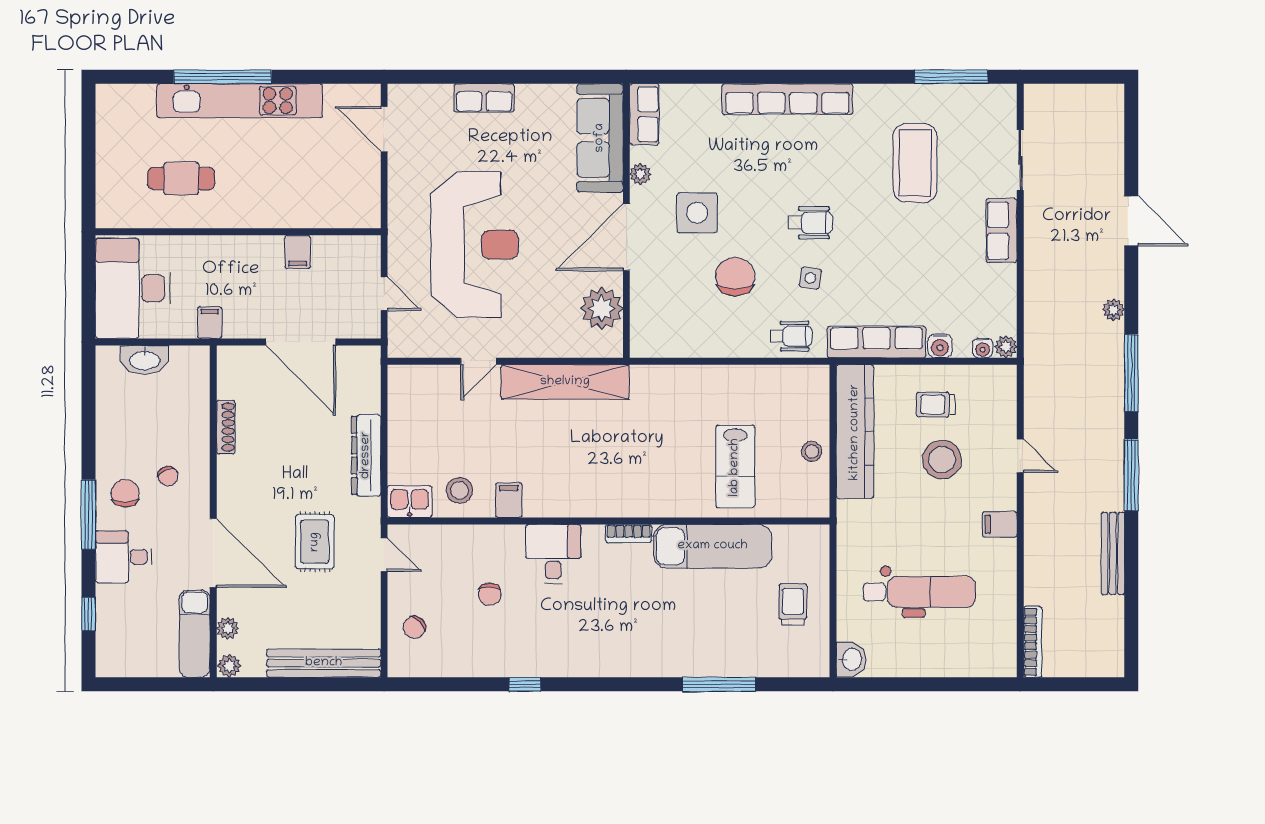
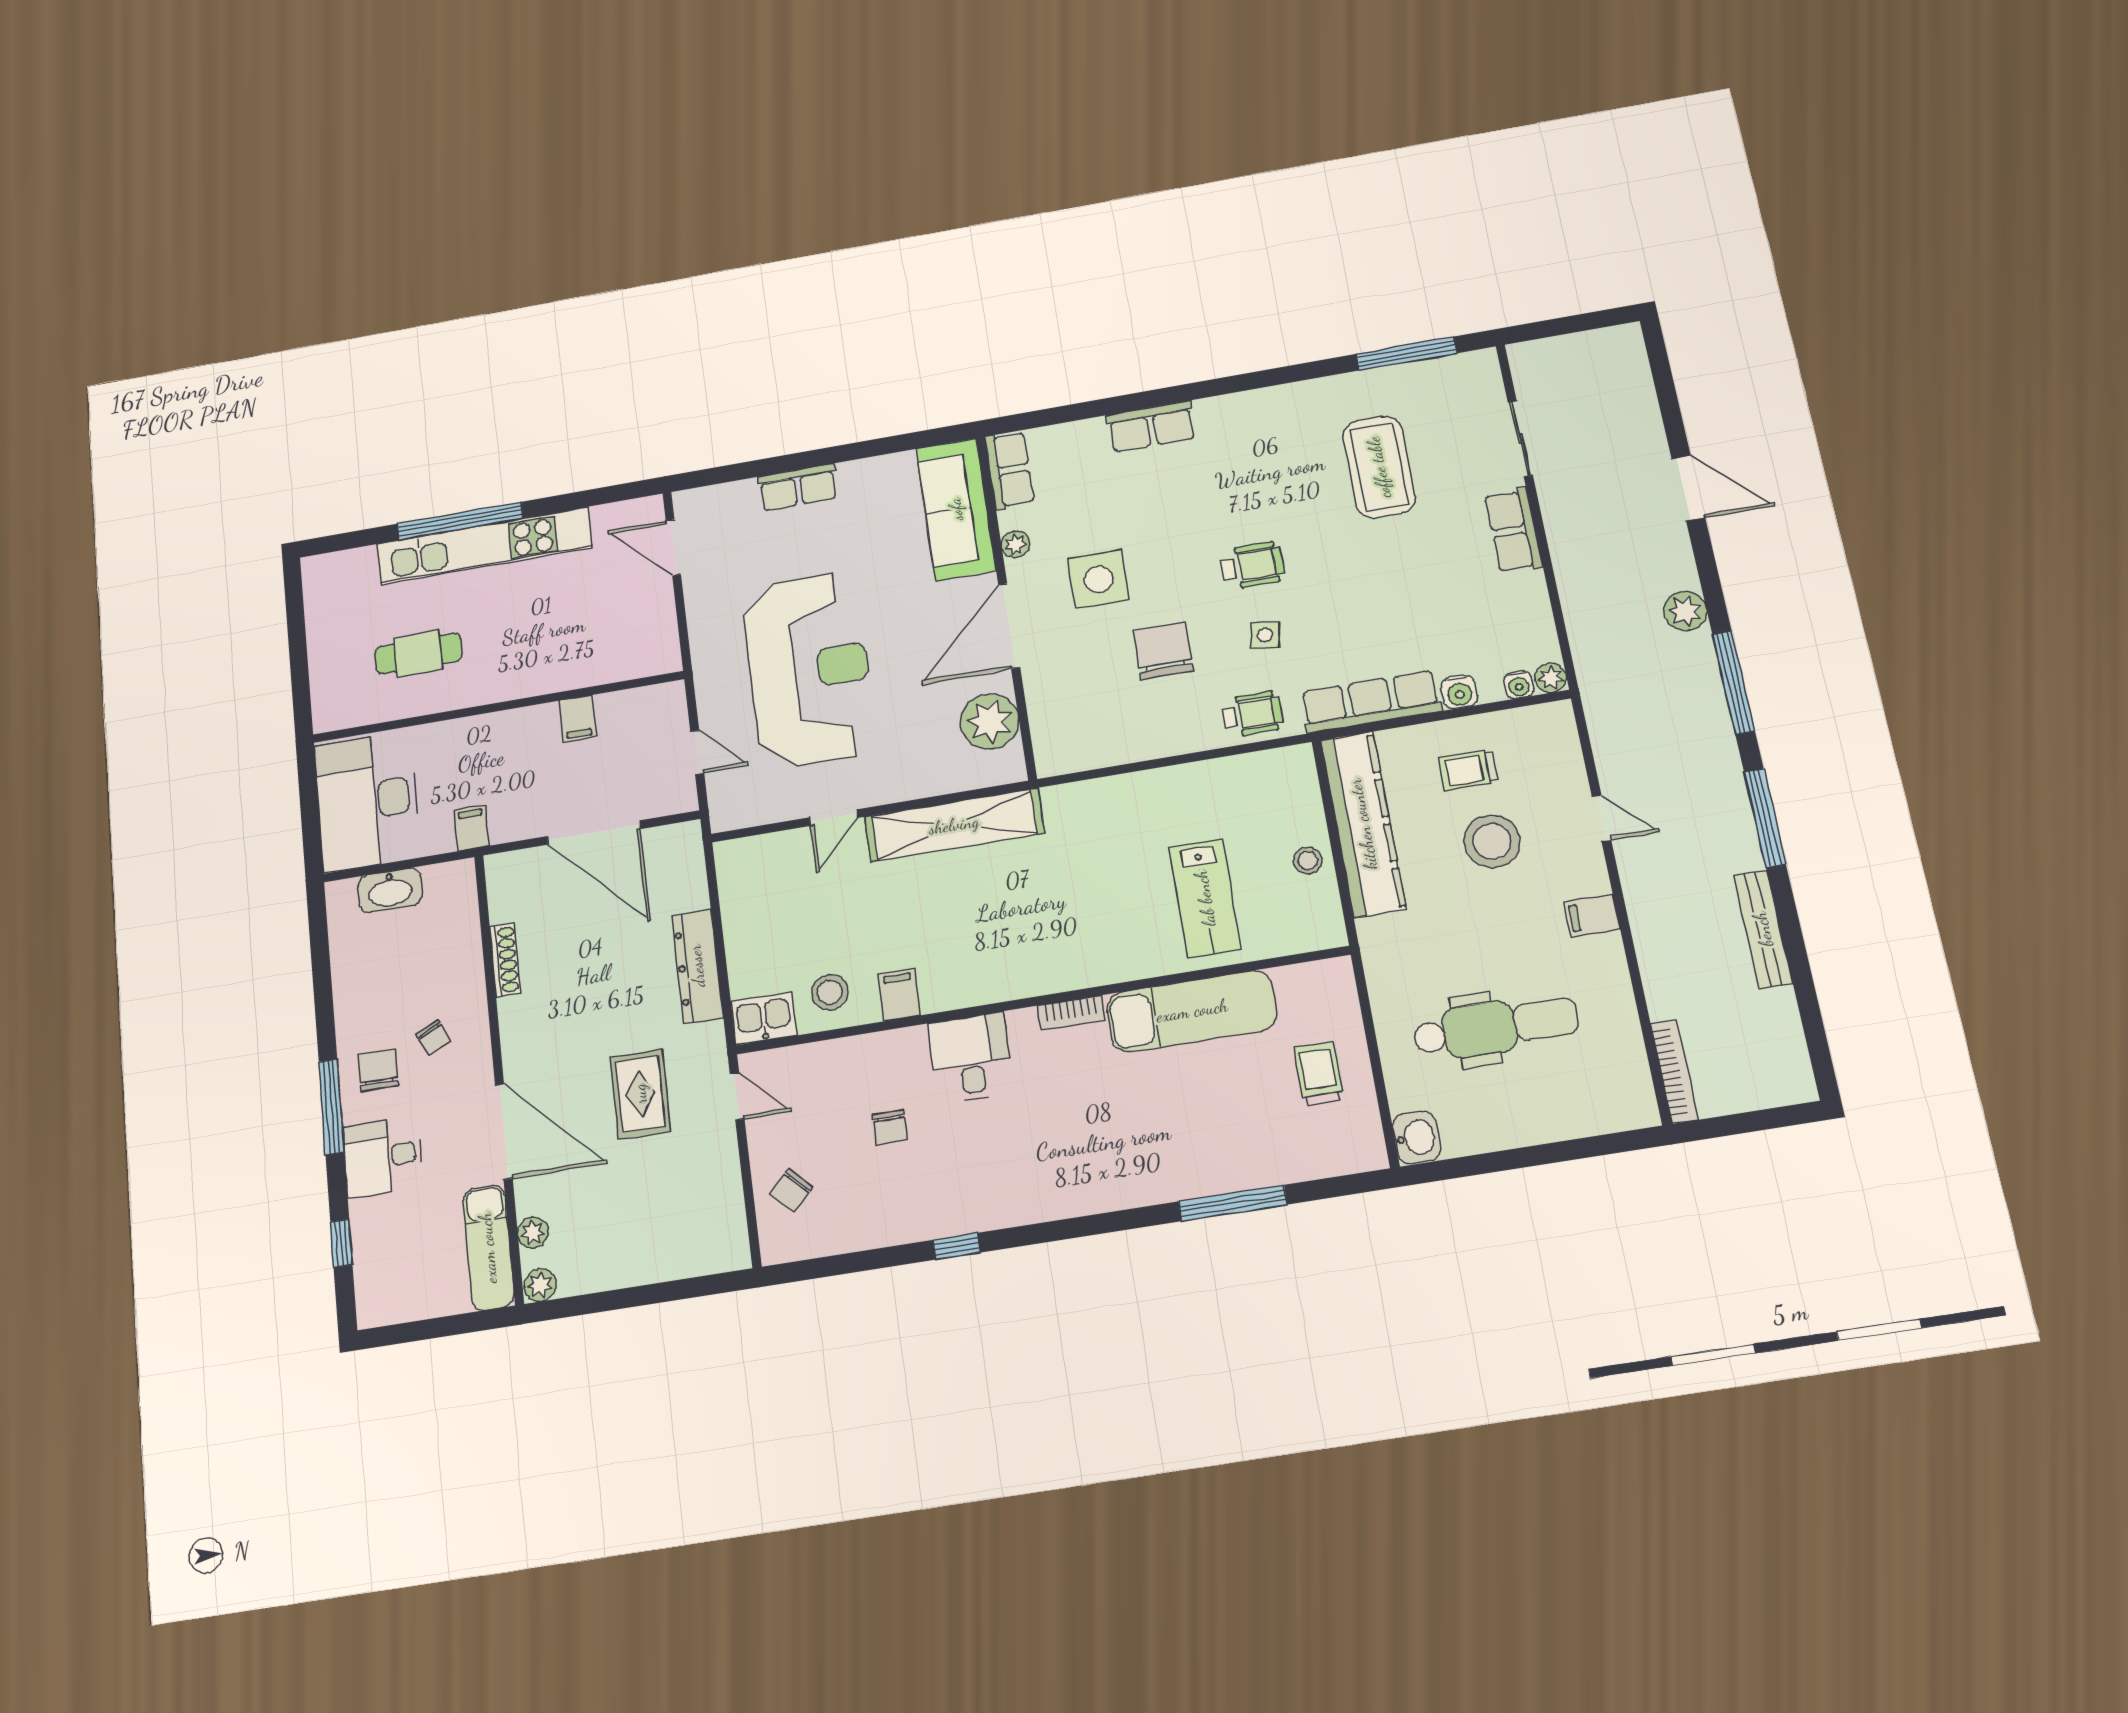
row of seats: (787, 99) -> (1151, 427), width x0.50
plant: (1114, 310) -> (1685, 611), width x1.38, depth x1.38
bench: (324, 663) -> (671, 1261), removed

